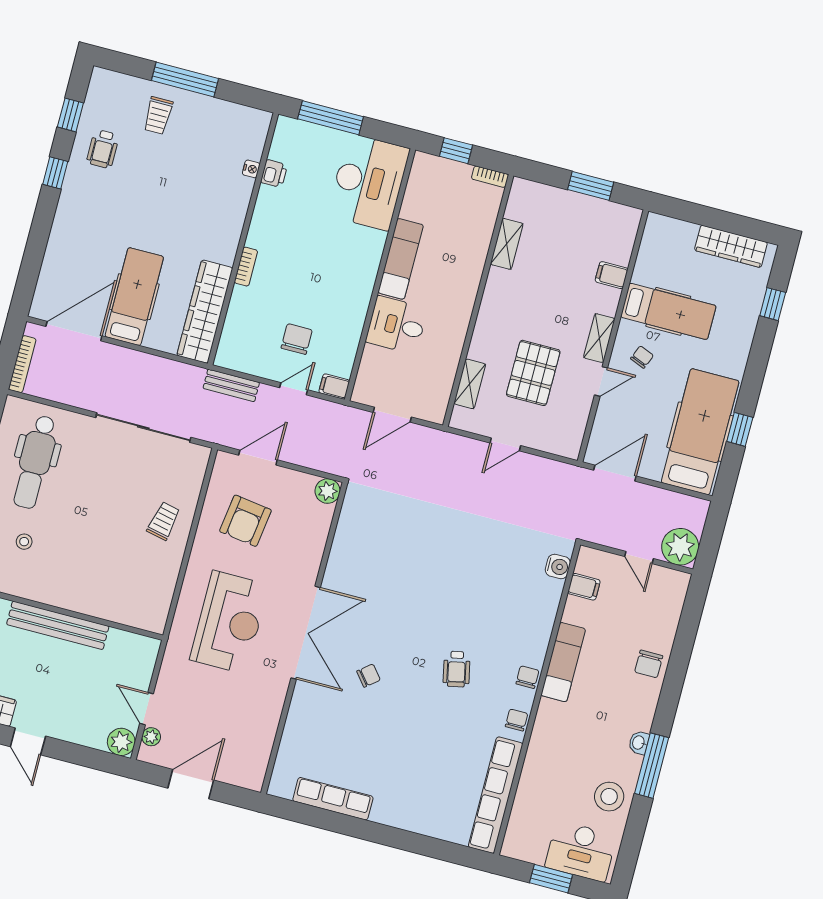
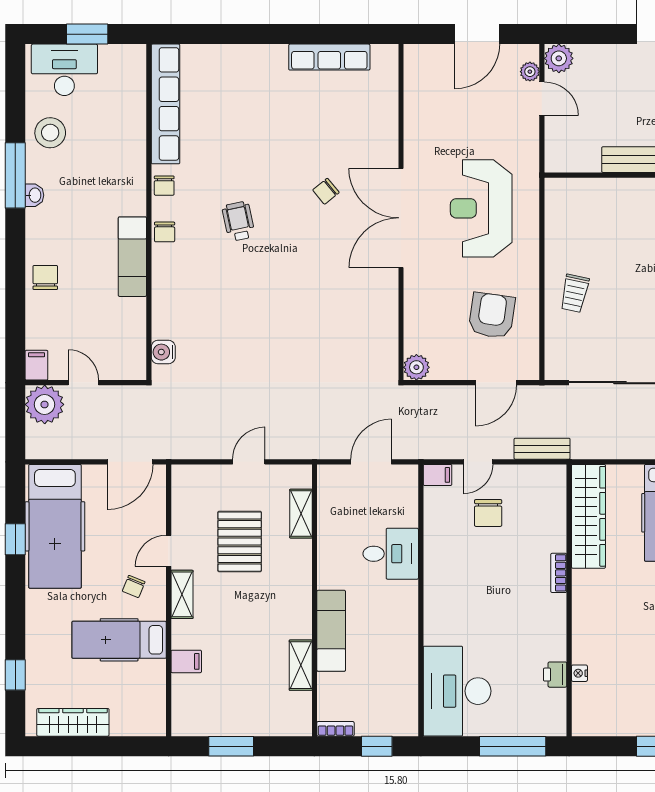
exam couch: (401, 259) -> (331, 631), moved, turned 180
filing cabinet: (584, 587) -> (36, 365), moved, turned 90

